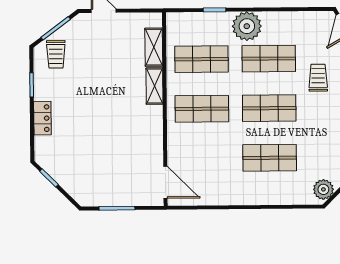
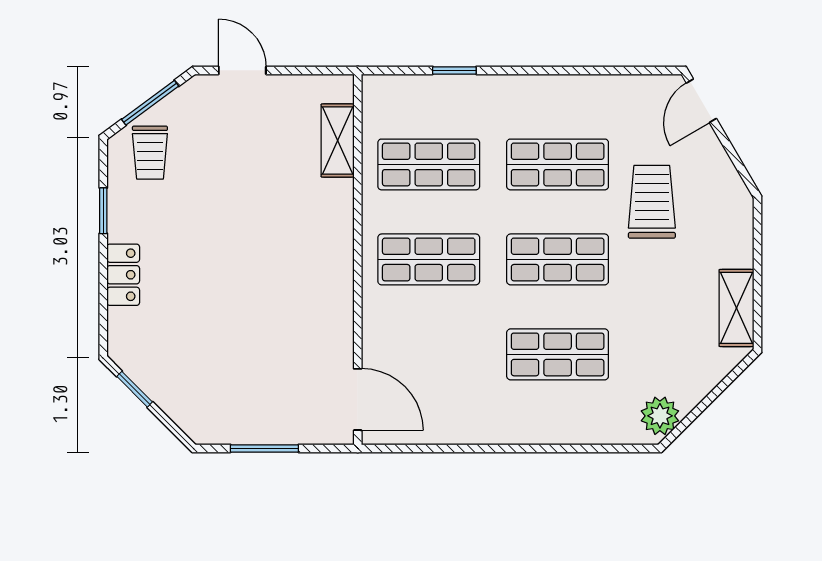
plant: (247, 26) -> (516, 102), removed
trolley: (318, 78) -> (652, 202), width x1.36, depth x1.39
shelving: (154, 86) -> (338, 215), removed

